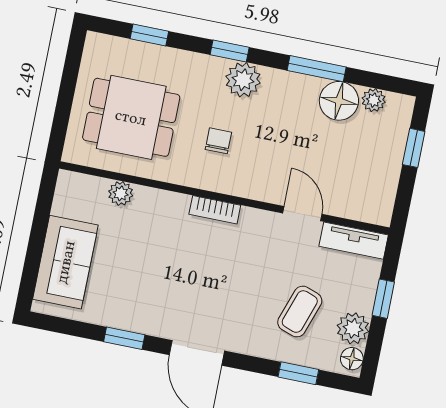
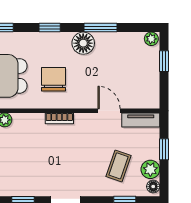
plant: (243, 80) -> (60, 42), removed
plant: (374, 100) -> (151, 39), moved
floor lamp: (339, 101) -> (83, 43), moved
chair: (218, 141) -> (54, 79), width x1.87, depth x1.87

